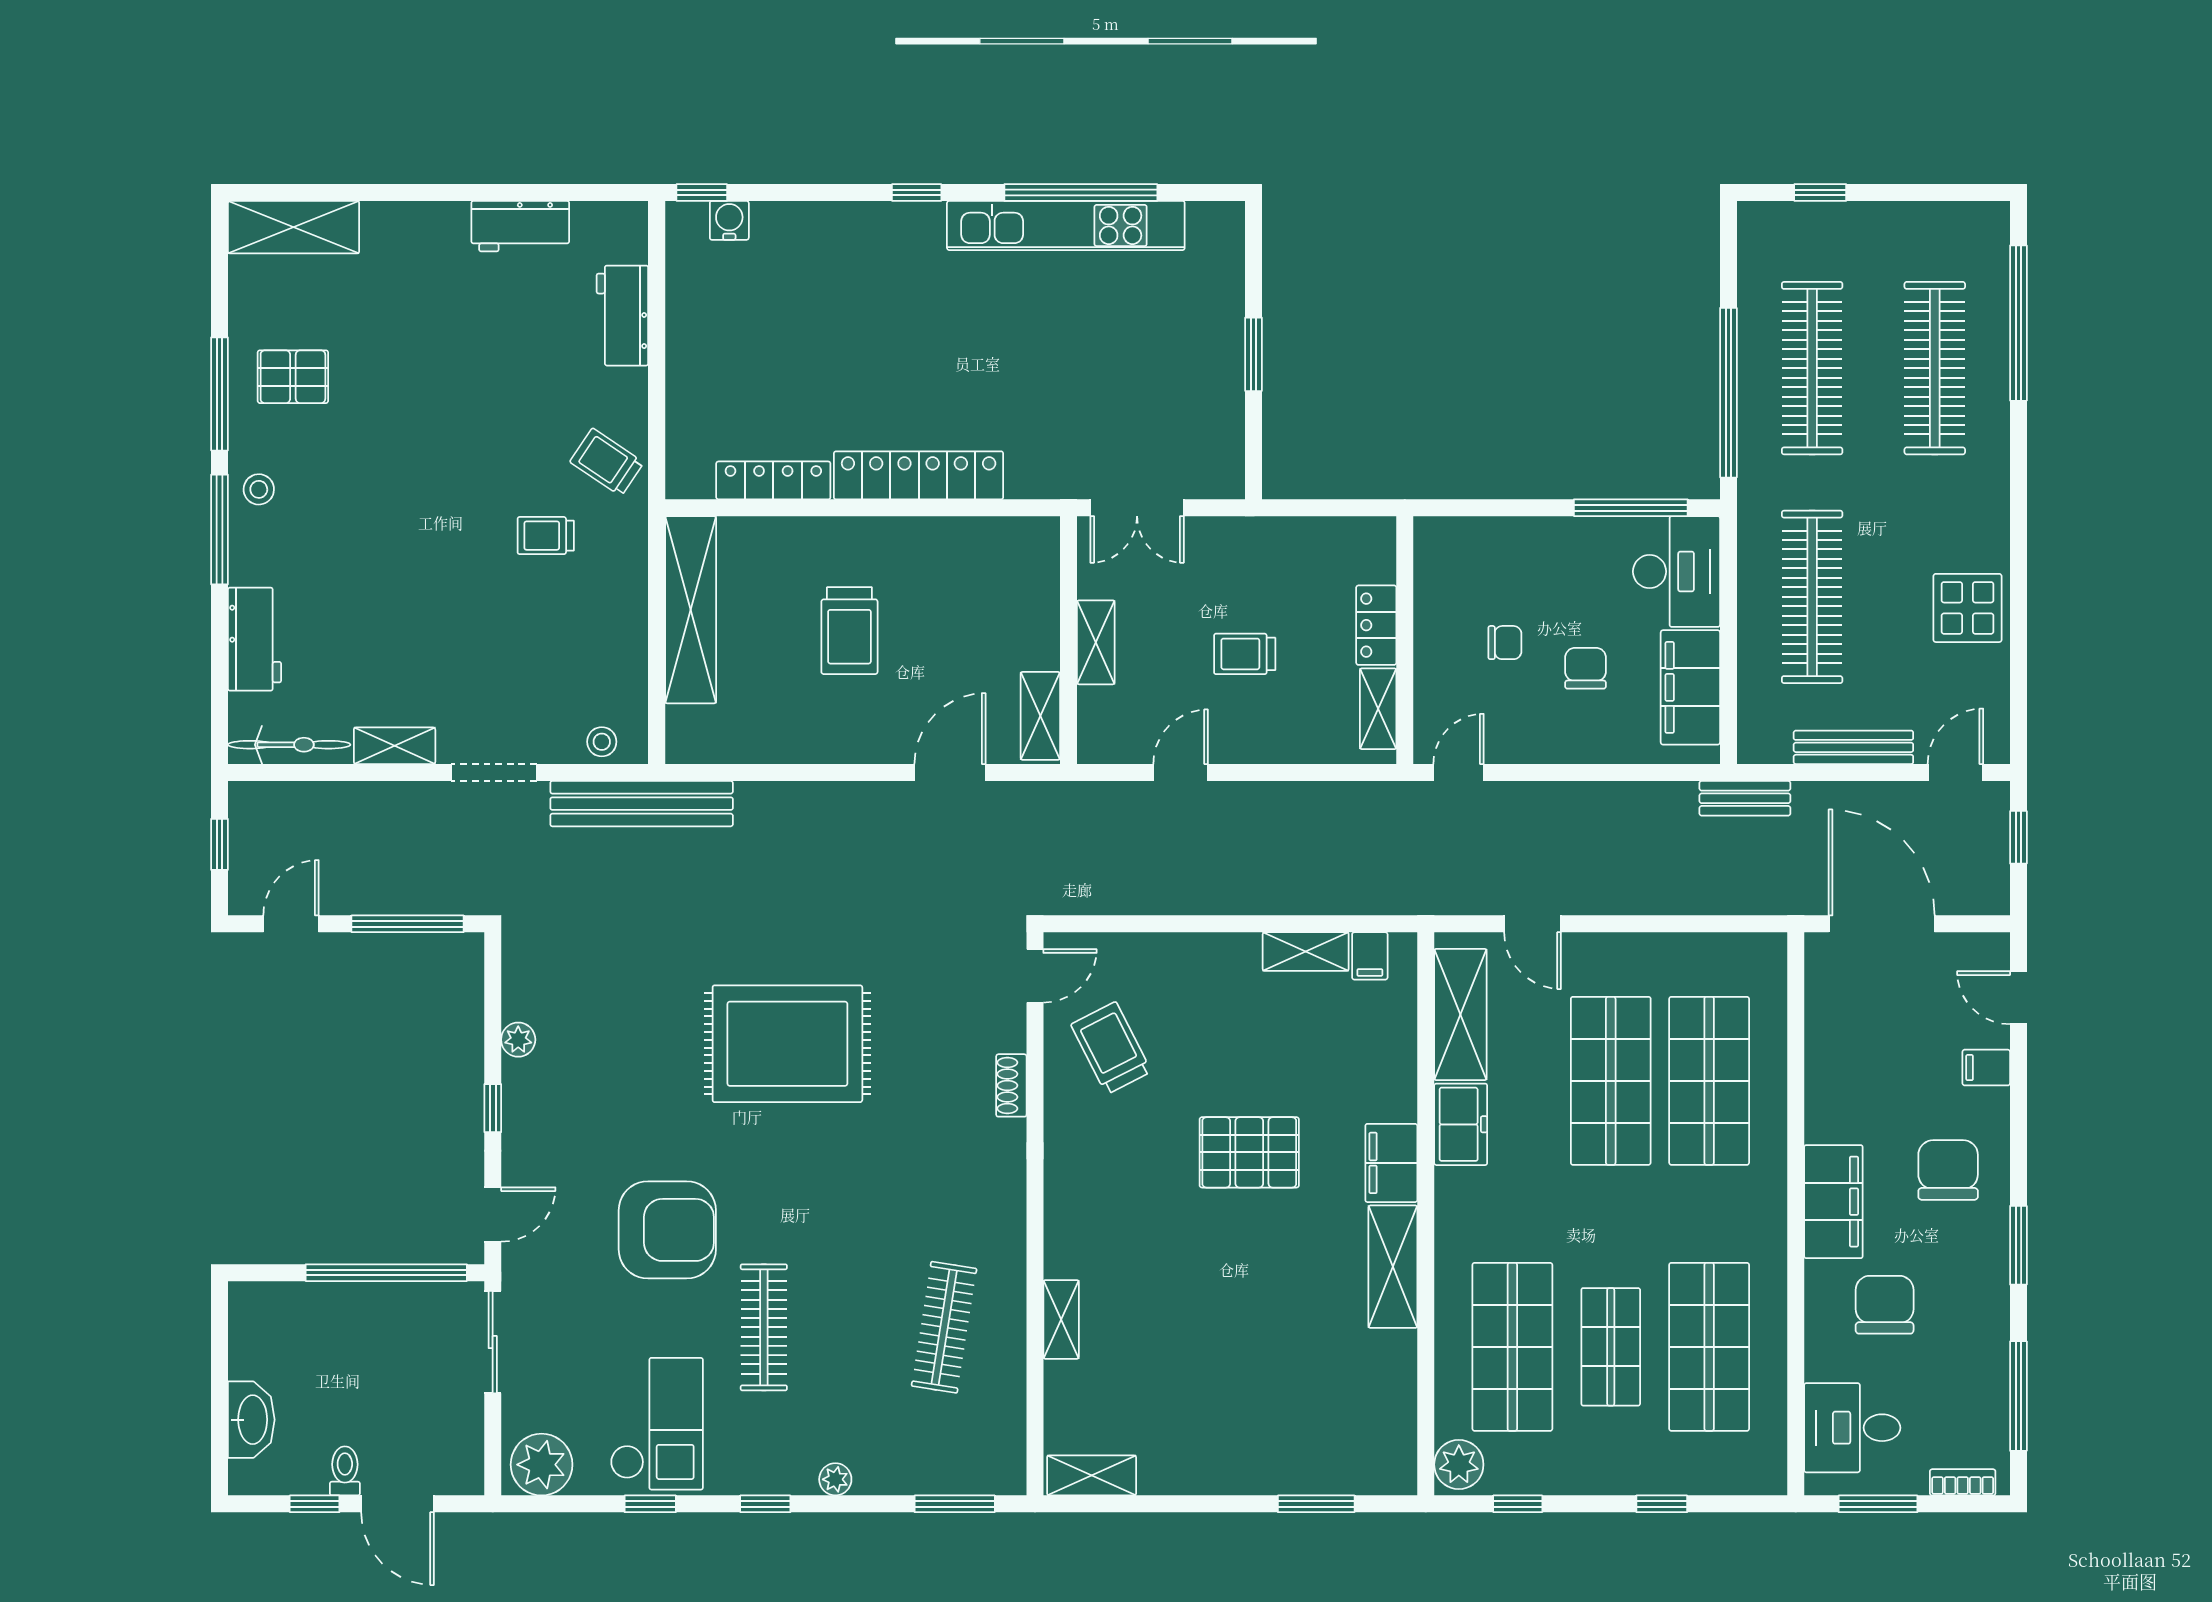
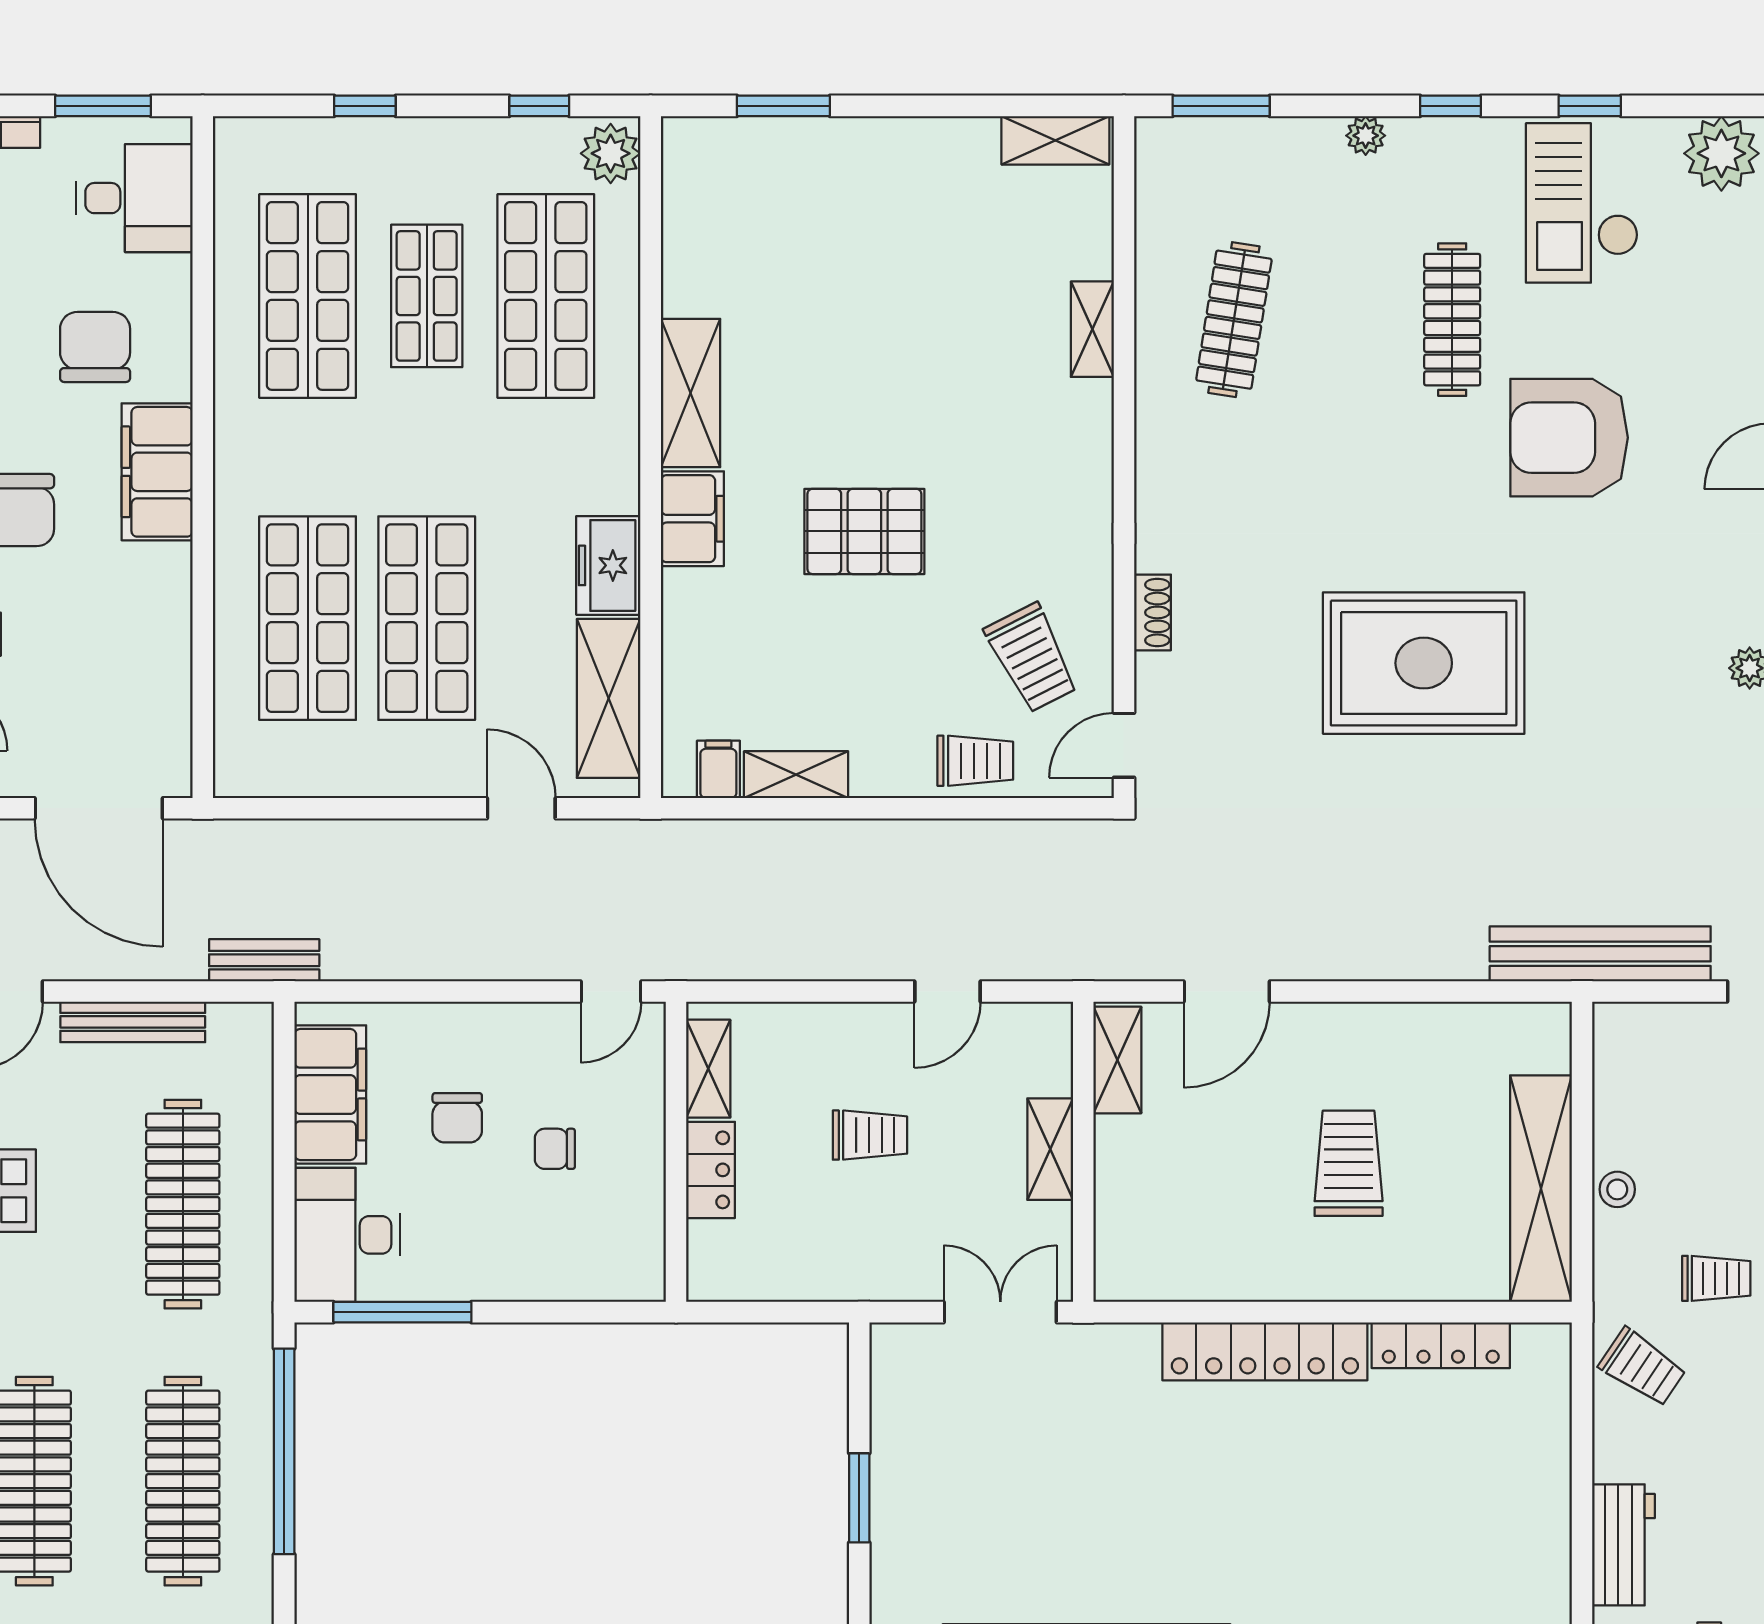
stool: (602, 742) -> (1617, 1189), moved
trolley: (1158, 963) -> (975, 761), added
chair: (1885, 1305) -> (95, 347), turned 180

